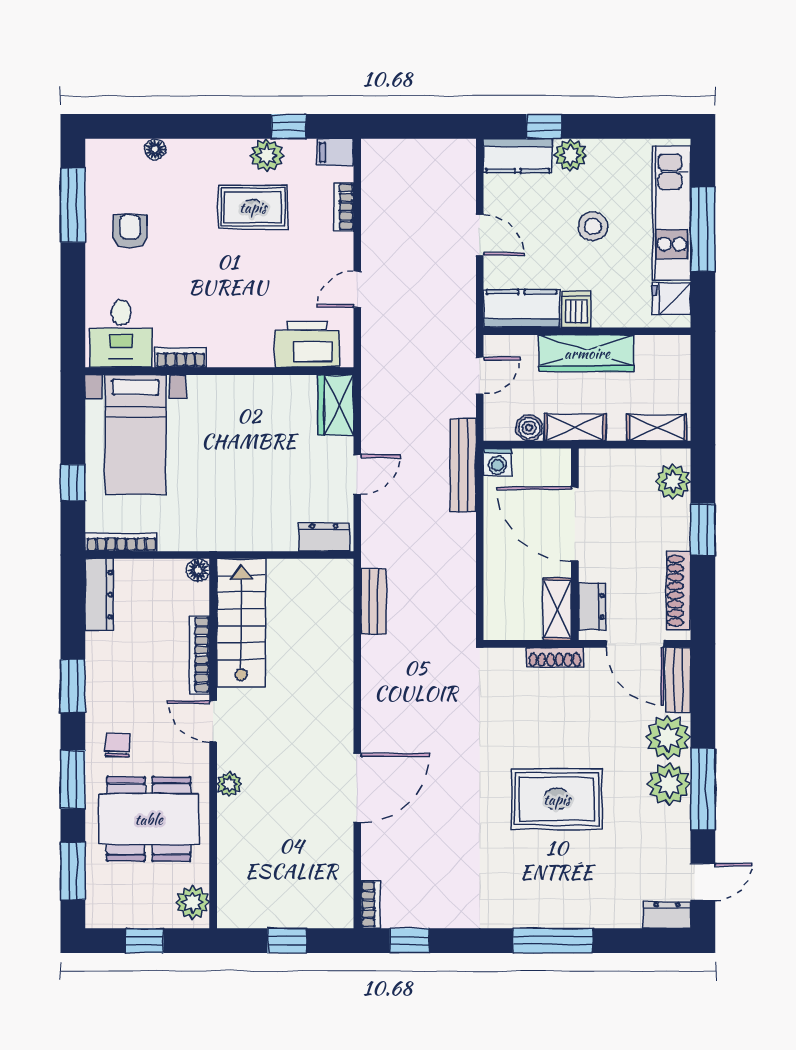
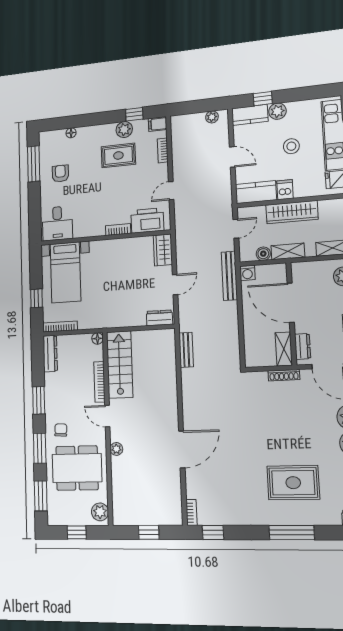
plant: (444, 151) -> (212, 117), added
bookcase: (180, 357) -> (118, 230), moved
rug: (557, 799) -> (293, 483), moved

